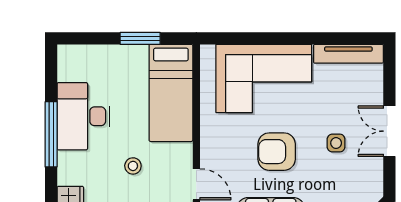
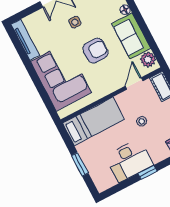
window: (140, 38) -> (80, 164), moved
window: (51, 134) -> (147, 172), width x0.46
armchair: (277, 152) -> (95, 51), turned -90

